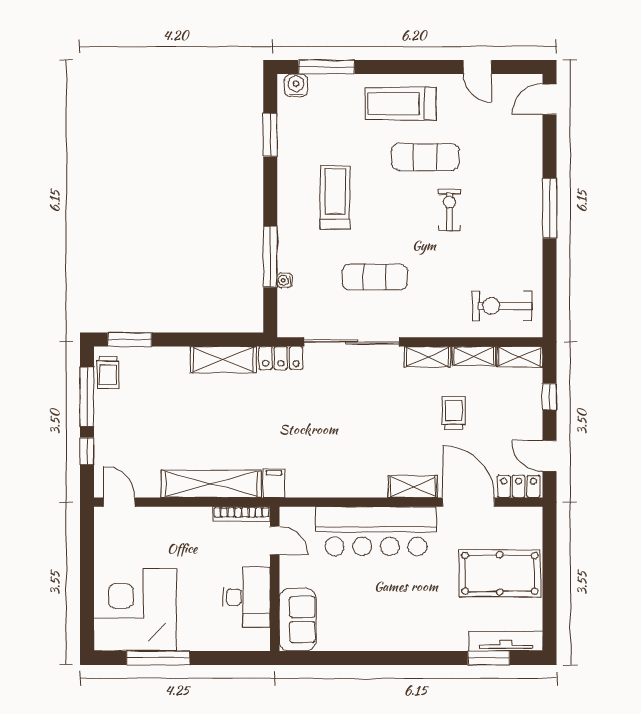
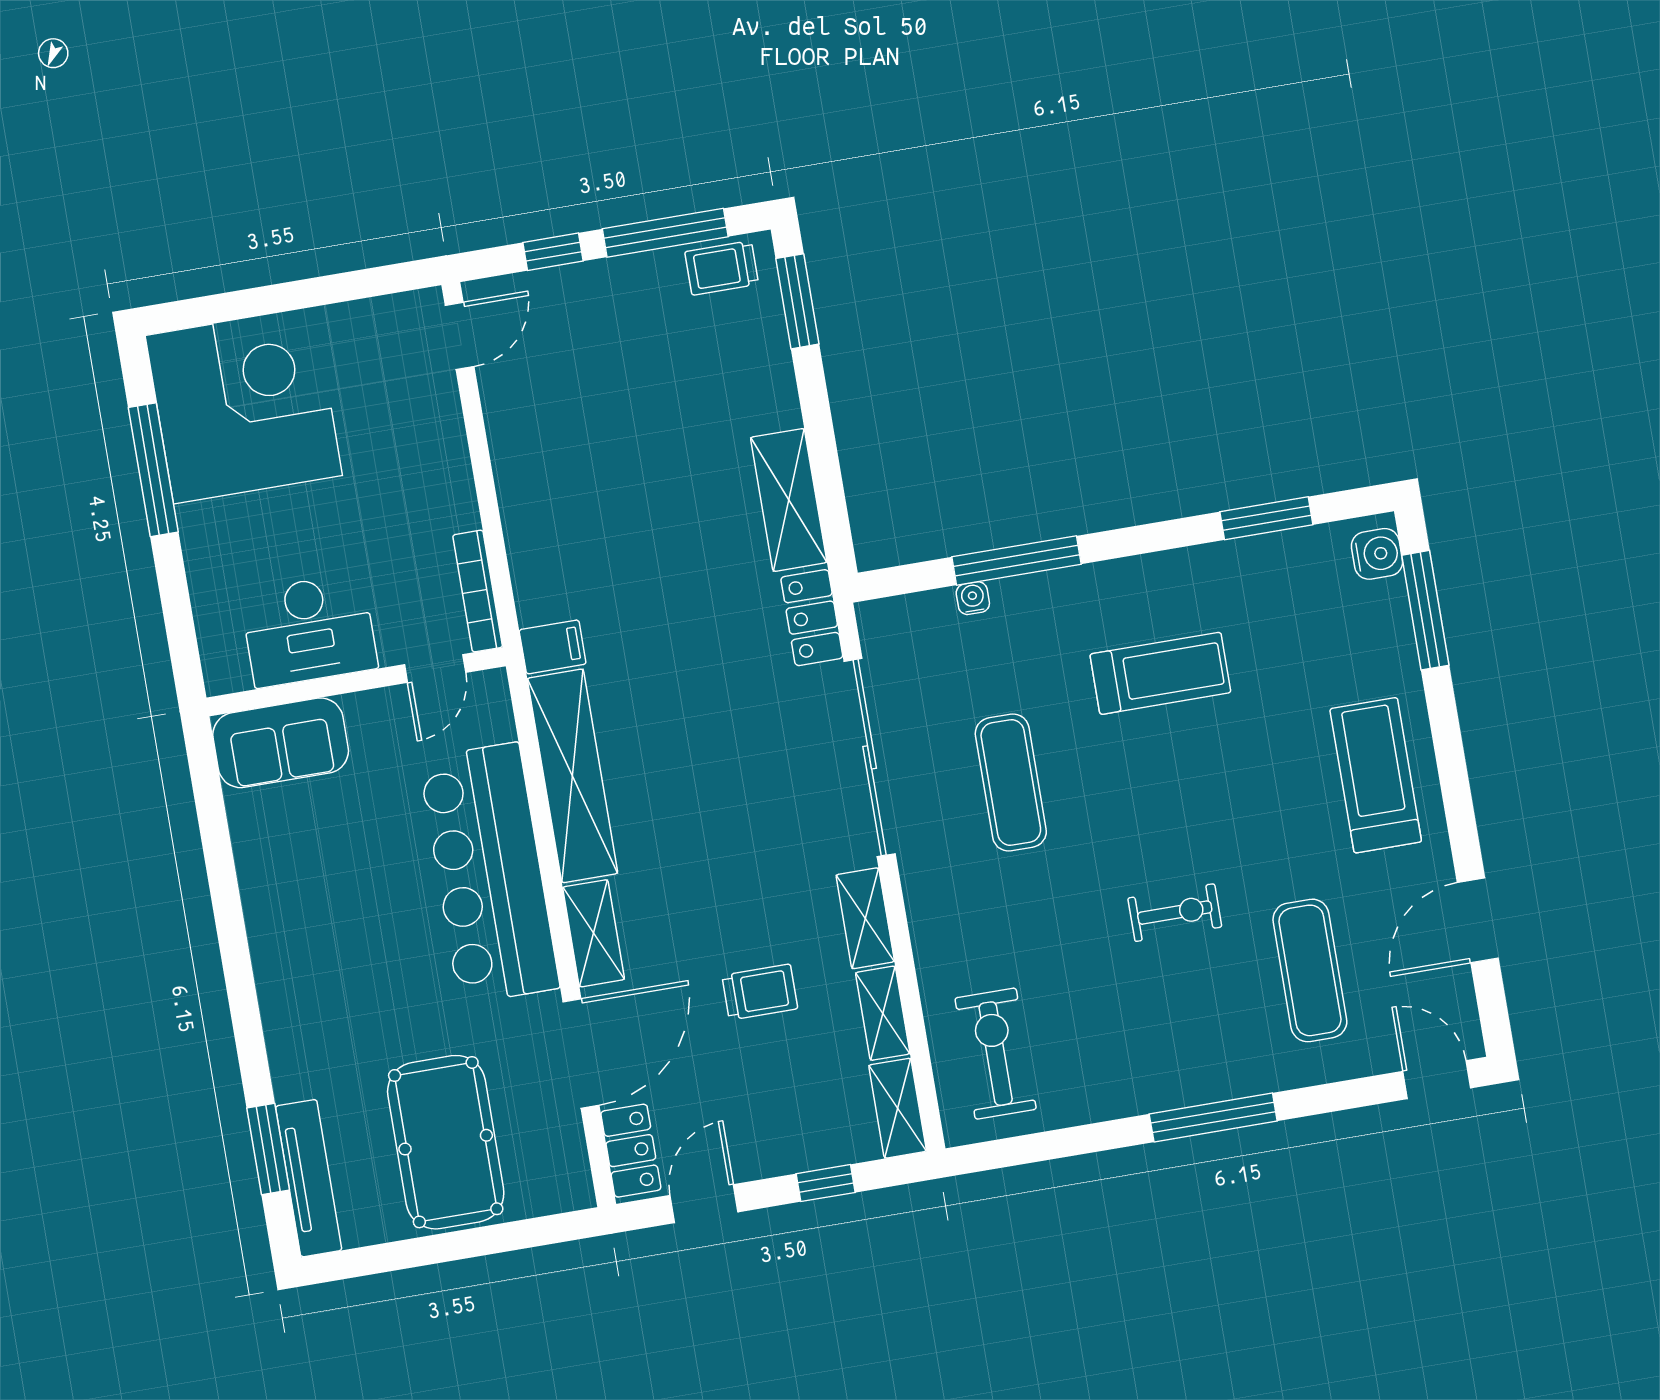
door: (477, 67) -> (1478, 920), width x1.38
exercise mat: (425, 157) -> (1310, 970), moved
shelving: (211, 484) -> (572, 776), moved

